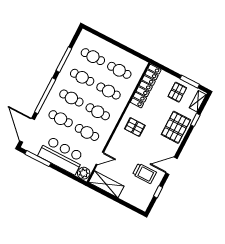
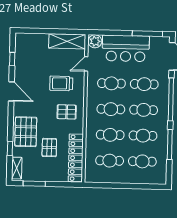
pallet: (177, 92) -> (49, 148), moved
door: (172, 166) -> (11, 91), hinge flipped
trolley: (144, 173) -> (61, 83), moved

